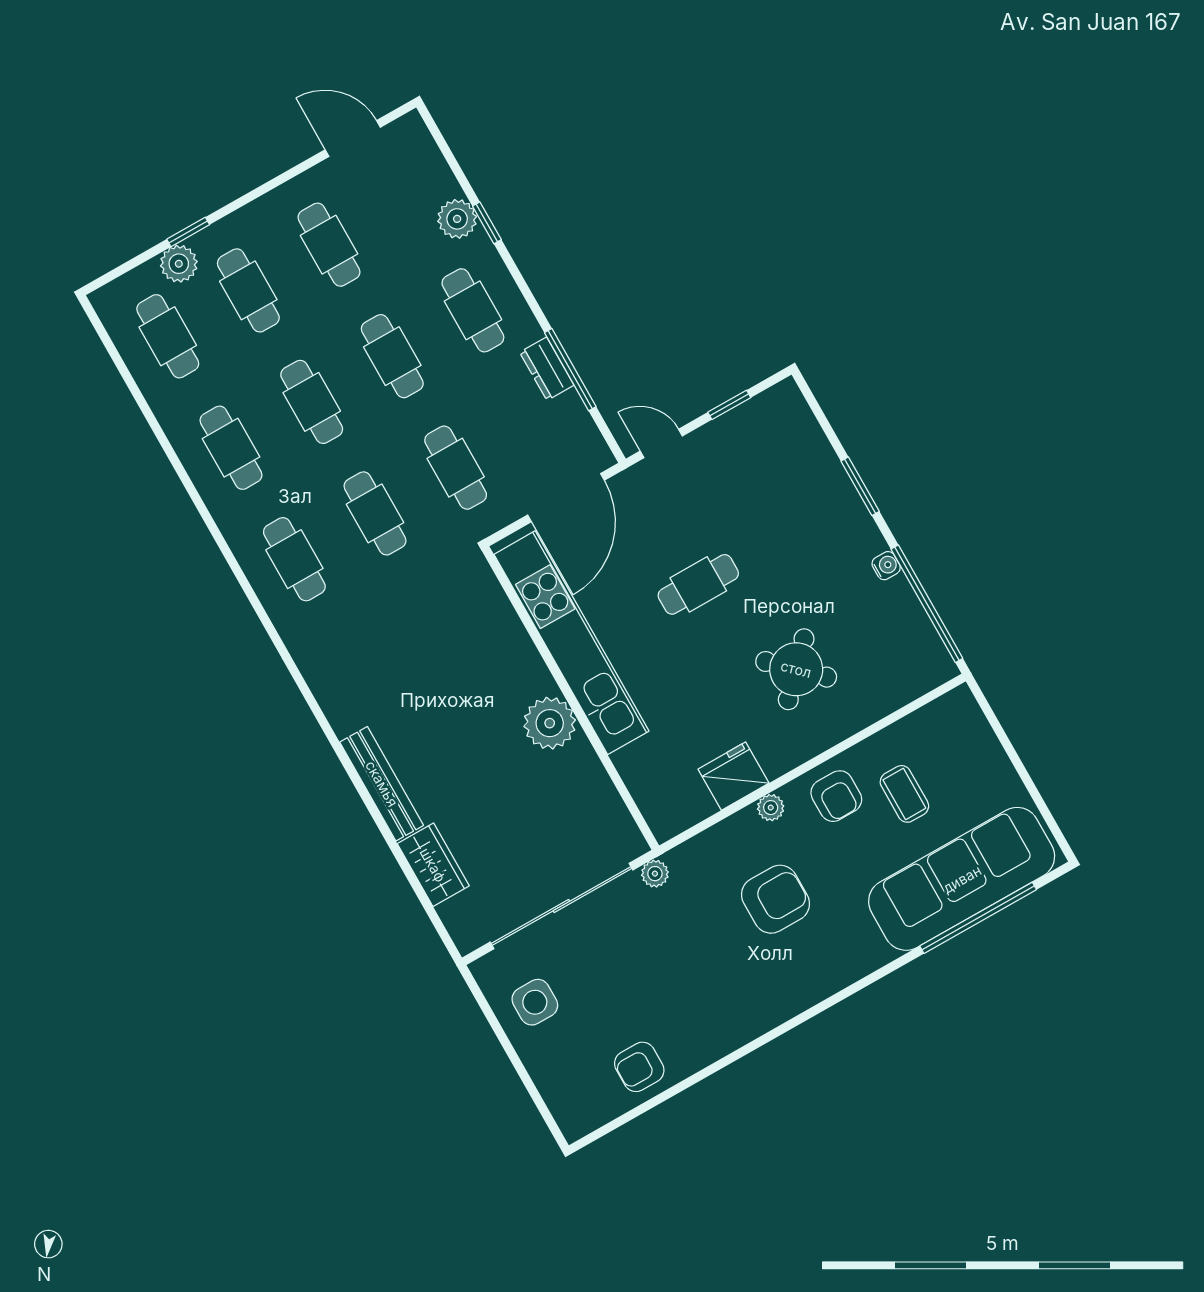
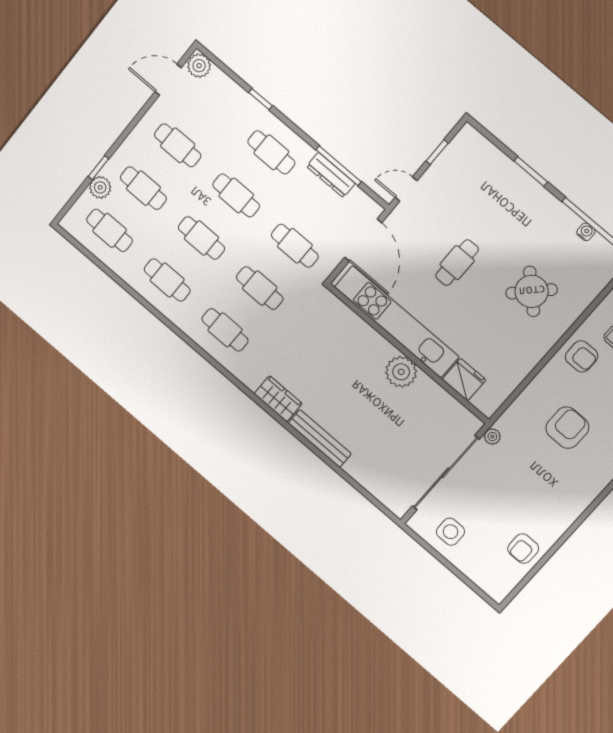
plant: (457, 219) -> (199, 66), moved
dresser: (547, 369) -> (331, 175), width x1.44
water cooler: (886, 566) -> (586, 232), moved
fridge: (733, 776) -> (464, 380), moved, turned 90
plant: (771, 808) -> (546, 376), removed
wardrobe: (433, 865) -> (278, 399), moved

